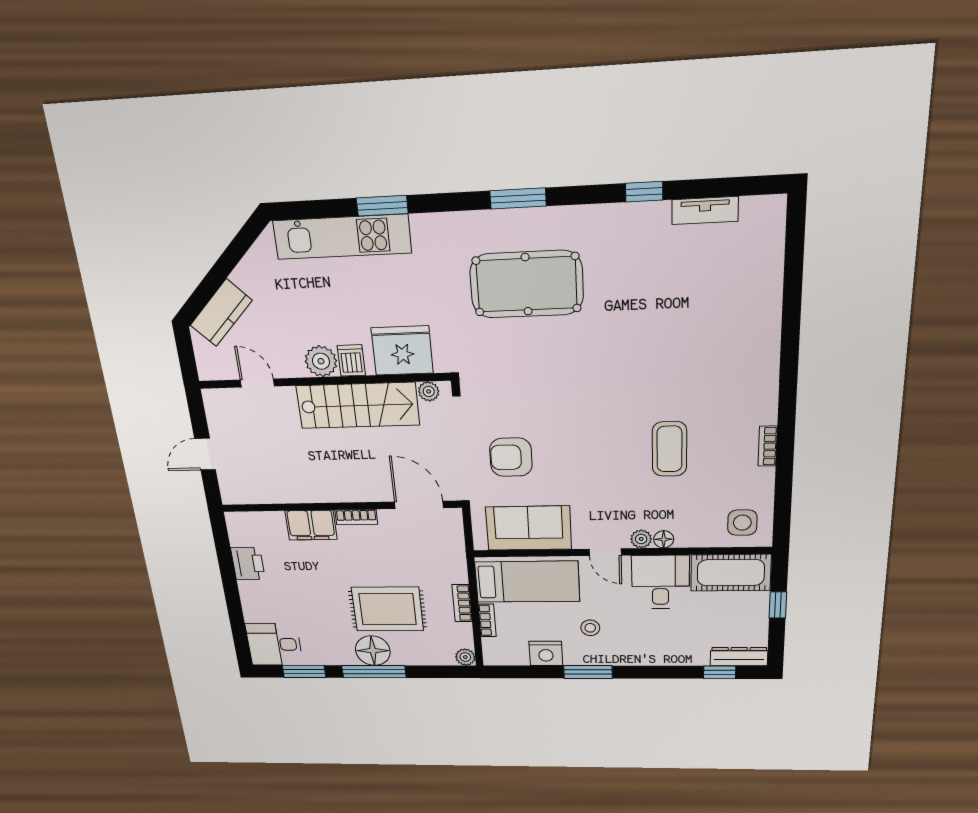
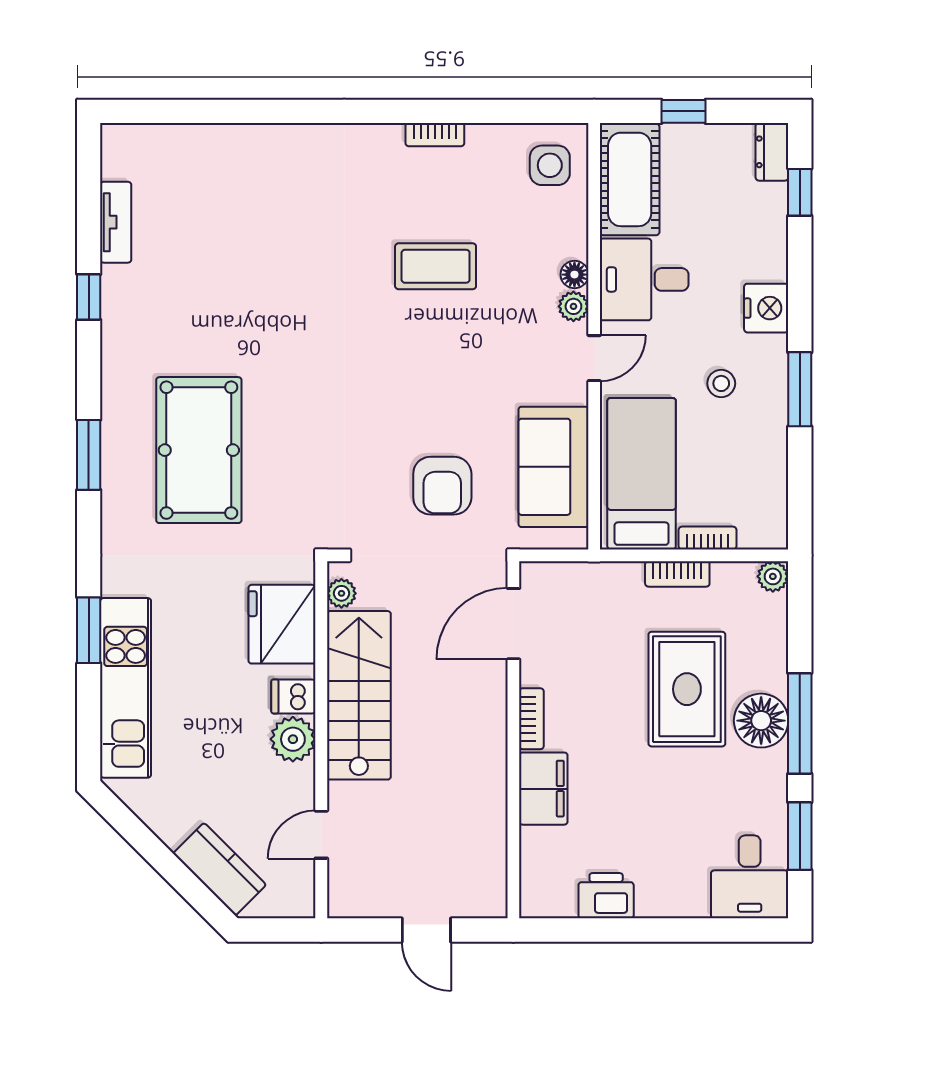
nightstand: (546, 653) -> (766, 308), moved
dresser: (739, 657) -> (772, 152), width x0.70

